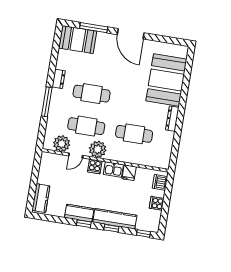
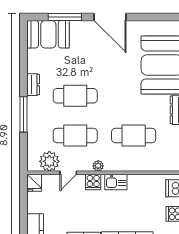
plant: (98, 149) -> (98, 166), width x0.53, depth x0.53
fridge: (129, 173) -> (34, 183), moved

